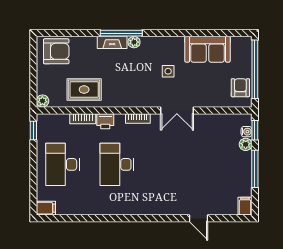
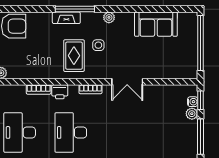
plant: (134, 42) -> (109, 17), moved
side table: (168, 71) -> (98, 45), moved
armchair: (240, 88) -> (187, 60), removed
rug: (84, 90) -> (74, 56), moved, turned 90

